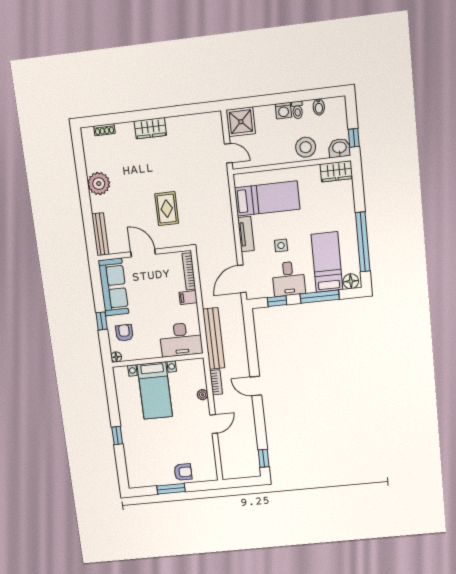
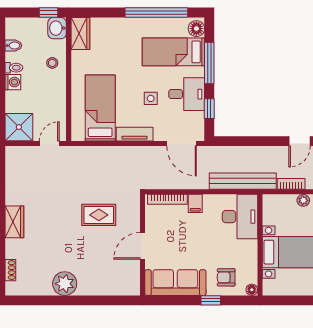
stool: (306, 147) -> (52, 63), width x0.53, depth x0.53
bench: (100, 234) -> (118, 289), removed

